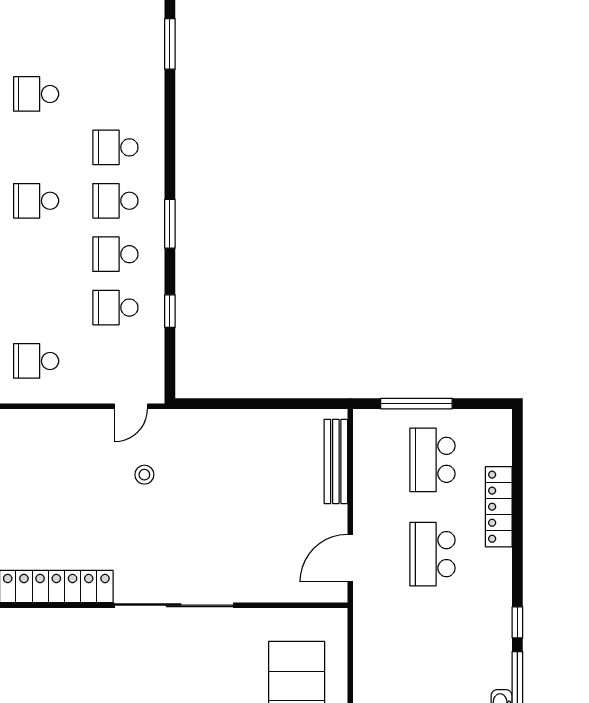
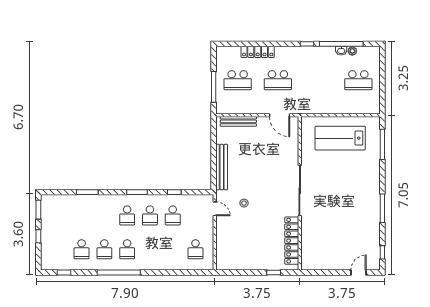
window: (170, 44) -> (87, 192), moved
school desk: (115, 147) -> (104, 249), moved
bench: (229, 422) -> (222, 167), added

